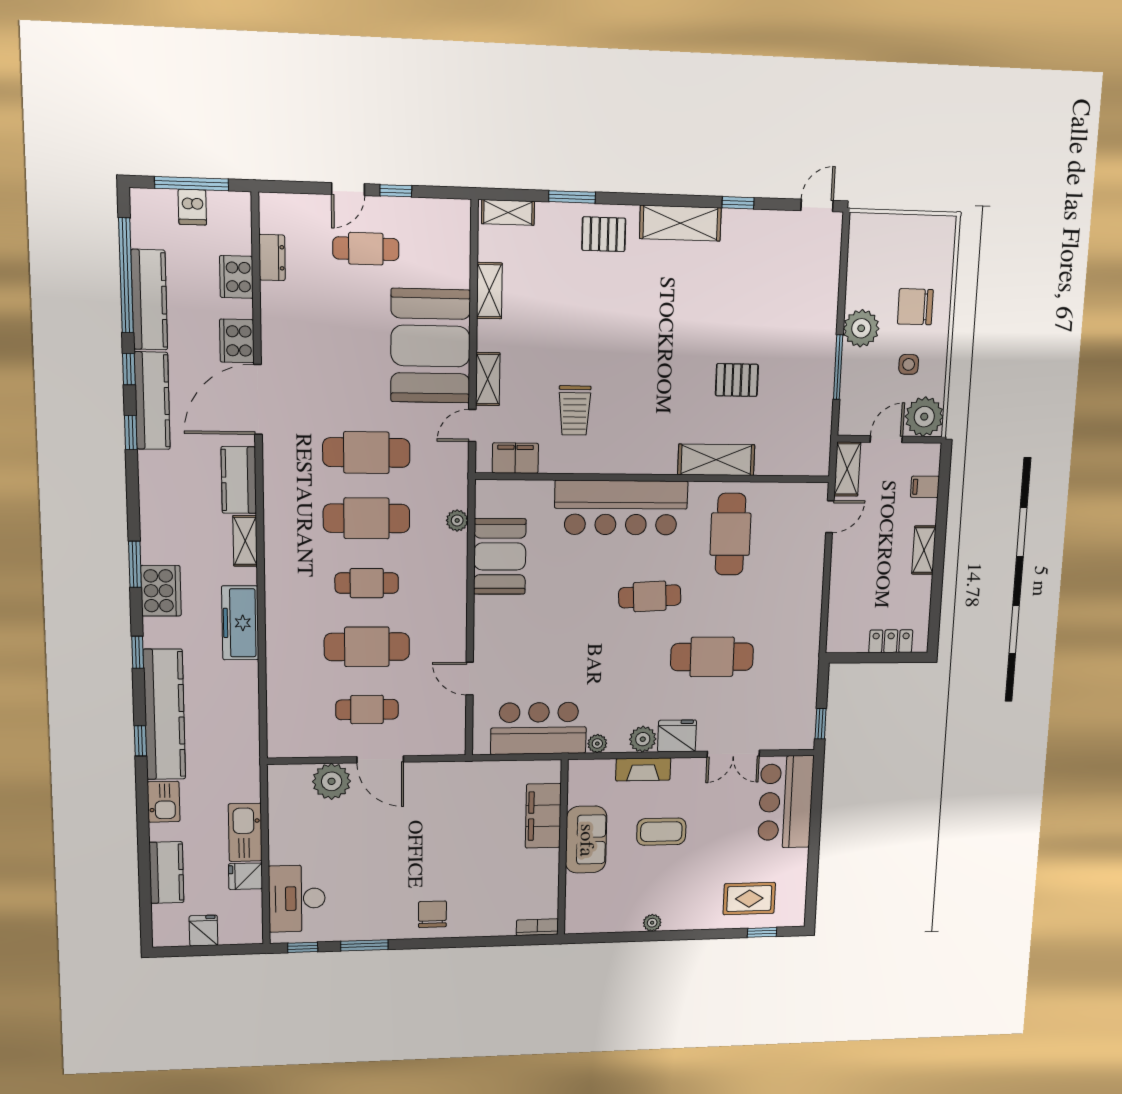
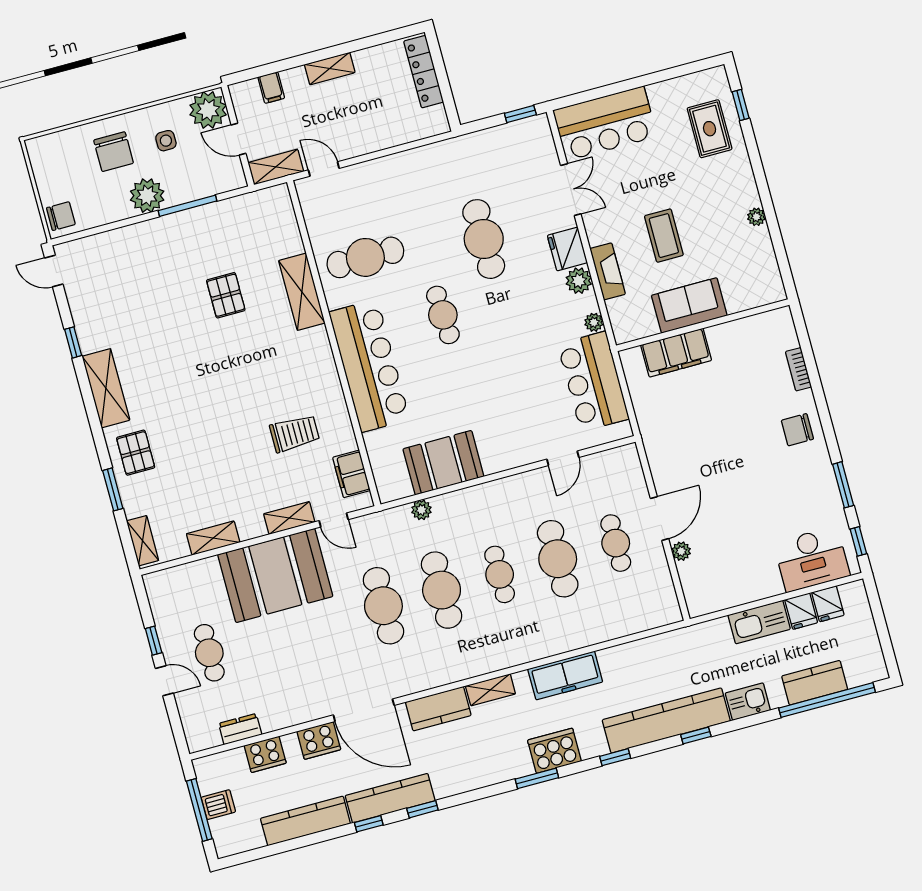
chair: (870, 231) -> (61, 216), added
window: (126, 276) -> (827, 700), moved
locker: (891, 641) -> (424, 72), width x1.53
plant: (332, 781) -> (681, 551), width x0.53, depth x0.53
bookcase: (537, 927) -> (798, 369), moved
fridge: (203, 931) -> (828, 604), moved, turned -90

